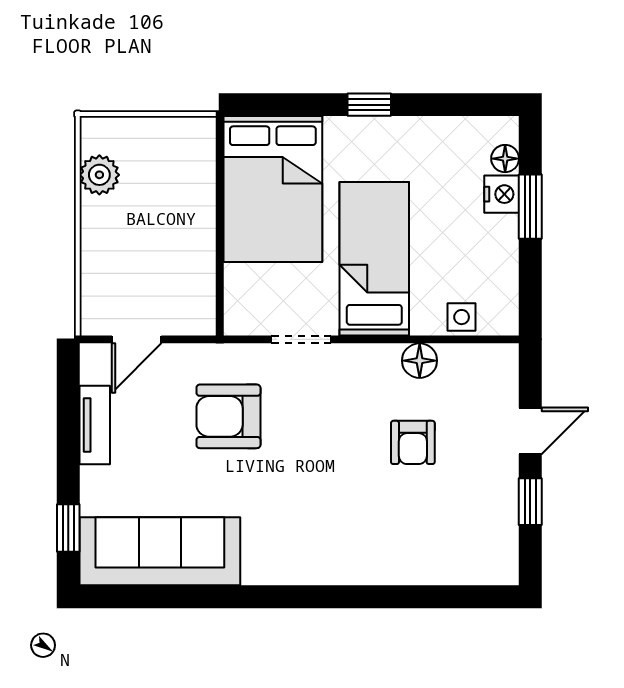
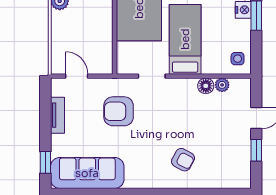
side table: (462, 317) -> (238, 59), moved
door: (137, 339) -> (77, 76), swing flipped
plant: (455, 358) -> (222, 85), added
armchair: (413, 442) -> (183, 160), moved, turned -62

